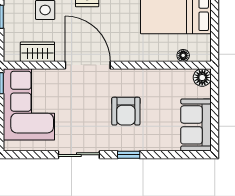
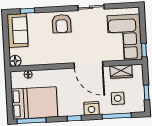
armchair: (126, 111) -> (62, 24), moved, turned 180
window: (129, 155) -> (27, 11), moved

